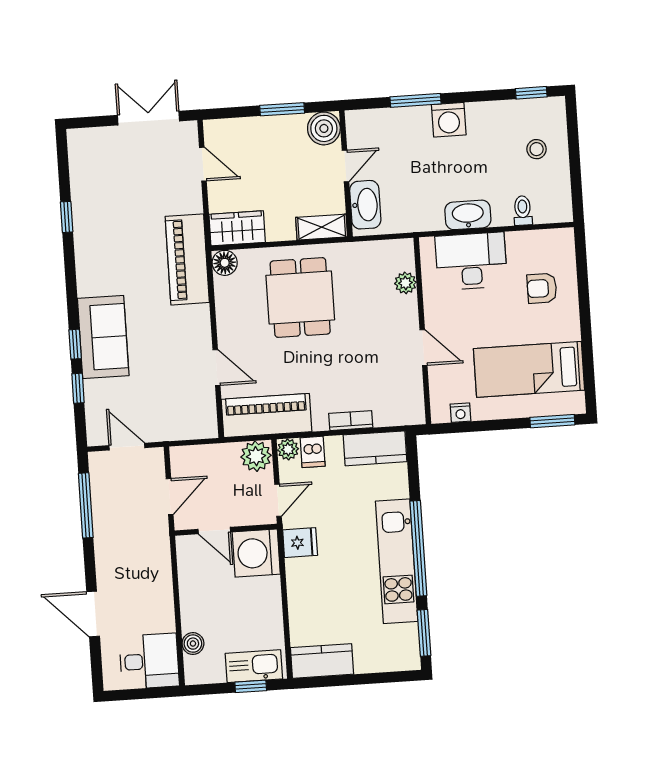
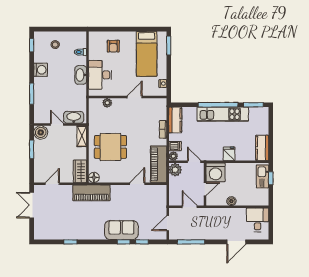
washing machine: (449, 120) -> (41, 70), moved
fridge: (300, 543) -> (229, 154), moved
boiler: (193, 644) -> (231, 201), moved

